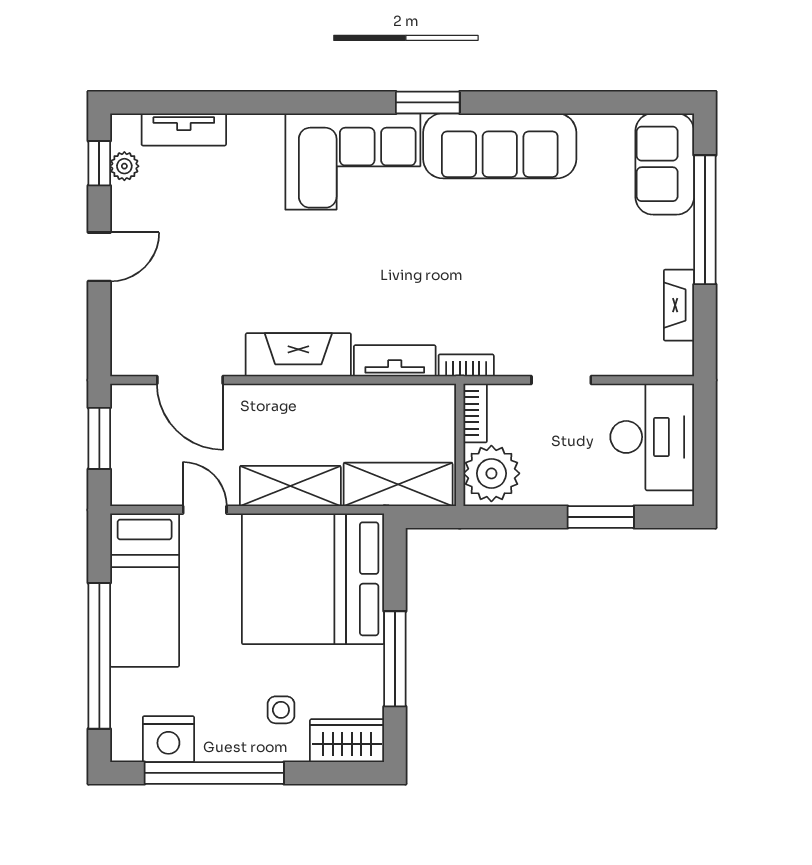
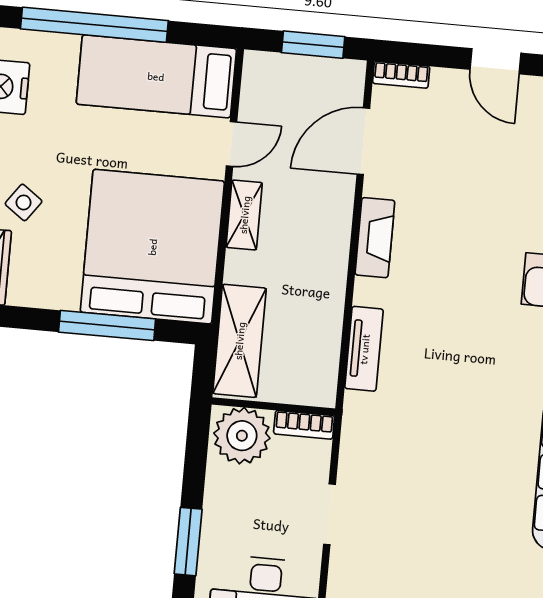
fireplace: (298, 355) -> (375, 238), width x0.73, depth x0.76
bookcase: (466, 365) -> (401, 75), moved, turned 90
shelving: (290, 486) -> (244, 215), width x0.67, depth x0.75
window: (395, 659) -> (107, 326), moved
side table: (281, 710) -> (24, 202), turned 36

